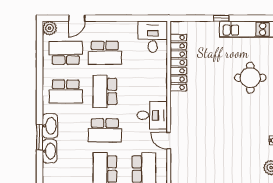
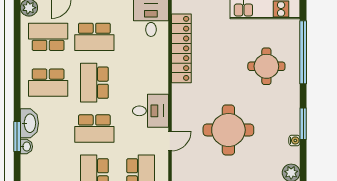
round table: (218, 132) -> (228, 130), added
door: (169, 141) -> (170, 141), swing flipped
washbasin: (50, 151) -> (26, 147), width x0.52, depth x0.69

